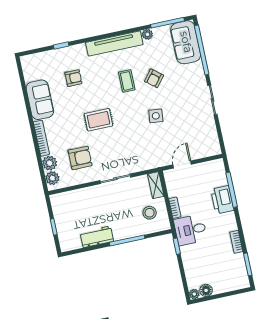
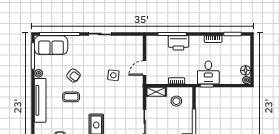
side table: (156, 116) -> (113, 75), moved
door: (182, 164) -> (145, 68), hinge flipped
desk: (190, 230) -> (208, 72), moved

